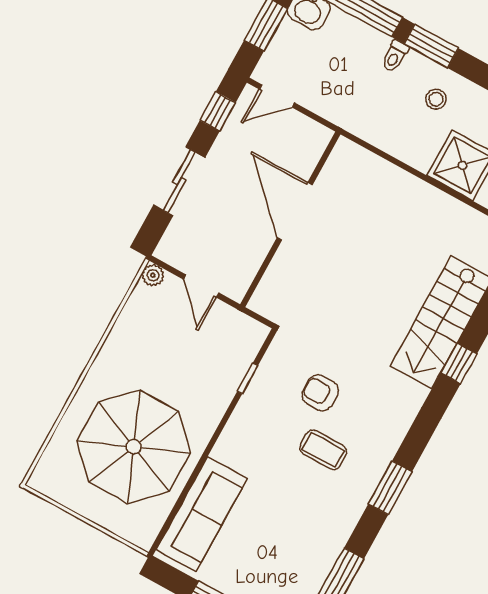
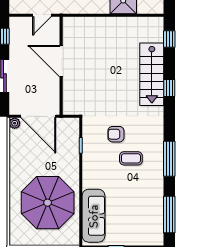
door: (277, 96) -> (42, 15), moved
door: (201, 286) -> (38, 116), width x1.87
window: (390, 488) -> (169, 159), width x1.44

